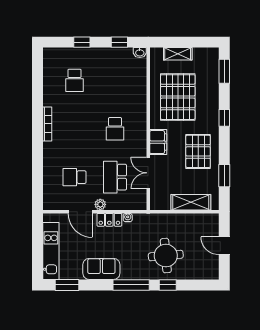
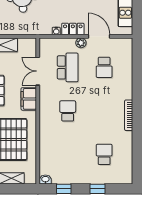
double door: (148, 173) -> (38, 71), swing flipped
school desk: (75, 177) -> (104, 67), turned 90

